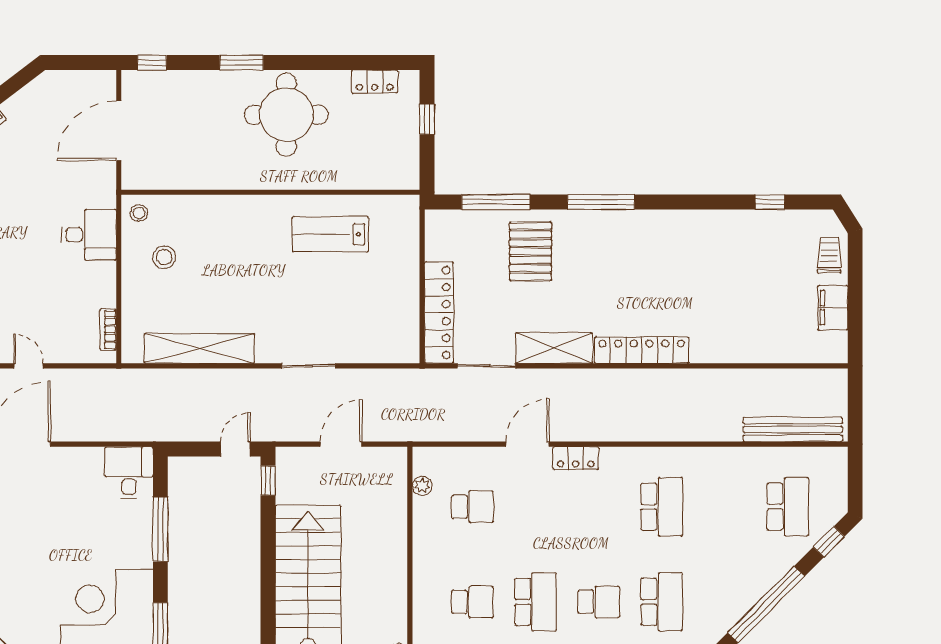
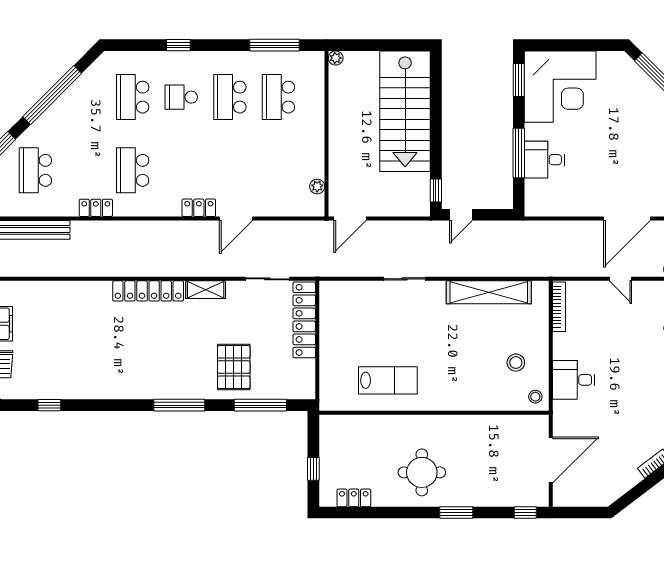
round table: (286, 115) -> (422, 472), width x0.73, depth x0.73
bookcase: (108, 330) -> (559, 307), width x1.56
shelving: (554, 348) -> (206, 290), width x0.67, depth x0.75
door: (341, 444) -> (350, 219), moved
locker: (709, 458) -> (96, 208), added
desk: (129, 473) -> (544, 160), moved, turned 90
school desk: (472, 507) -> (278, 170), removed
school desk: (472, 602) -> (278, 97), width x1.85

